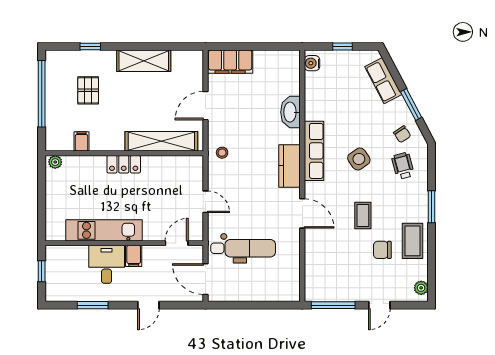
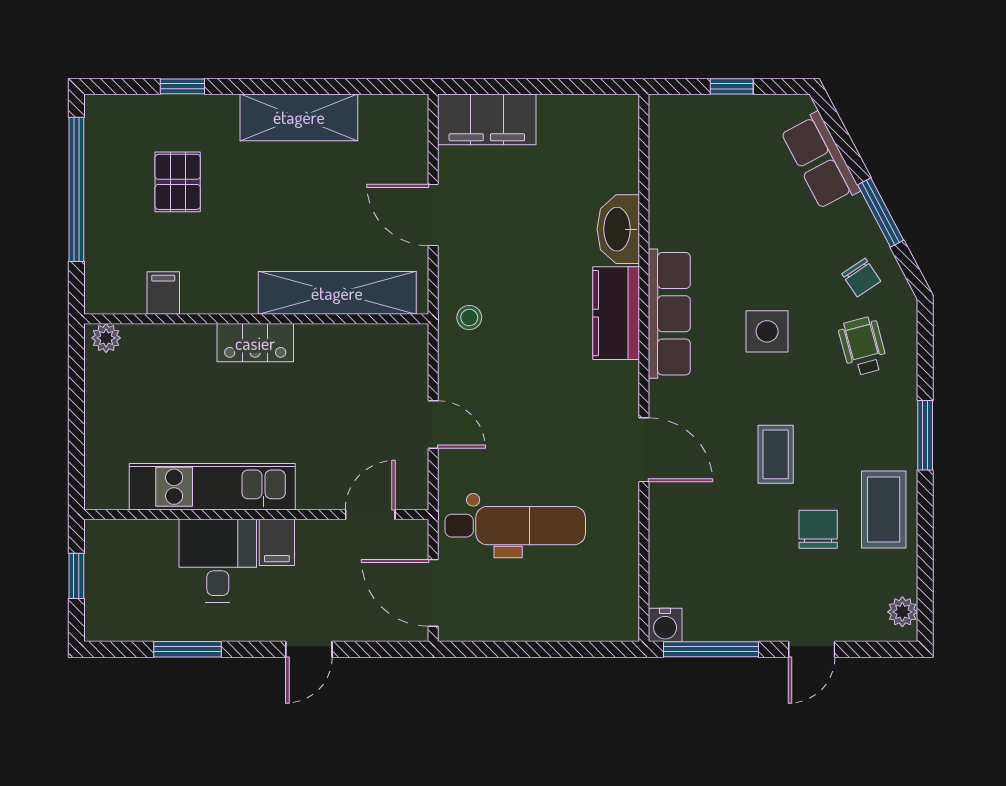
water cooler: (312, 63) -> (665, 625), moved, turned -90
door: (205, 106) -> (433, 215), hinge flipped
side table: (359, 159) -> (767, 331), turned 35
kitchen counter: (290, 166) -> (616, 313), moved
chair: (382, 250) -> (818, 529), turned 90

